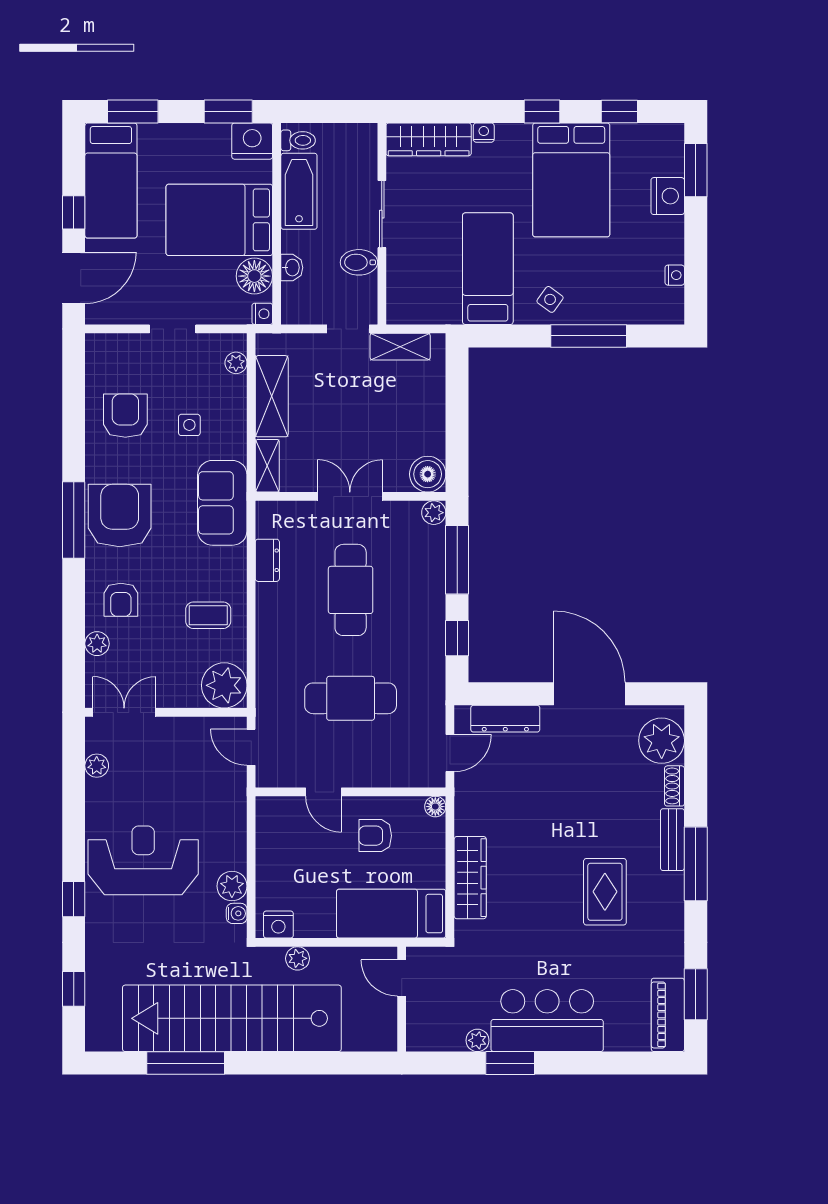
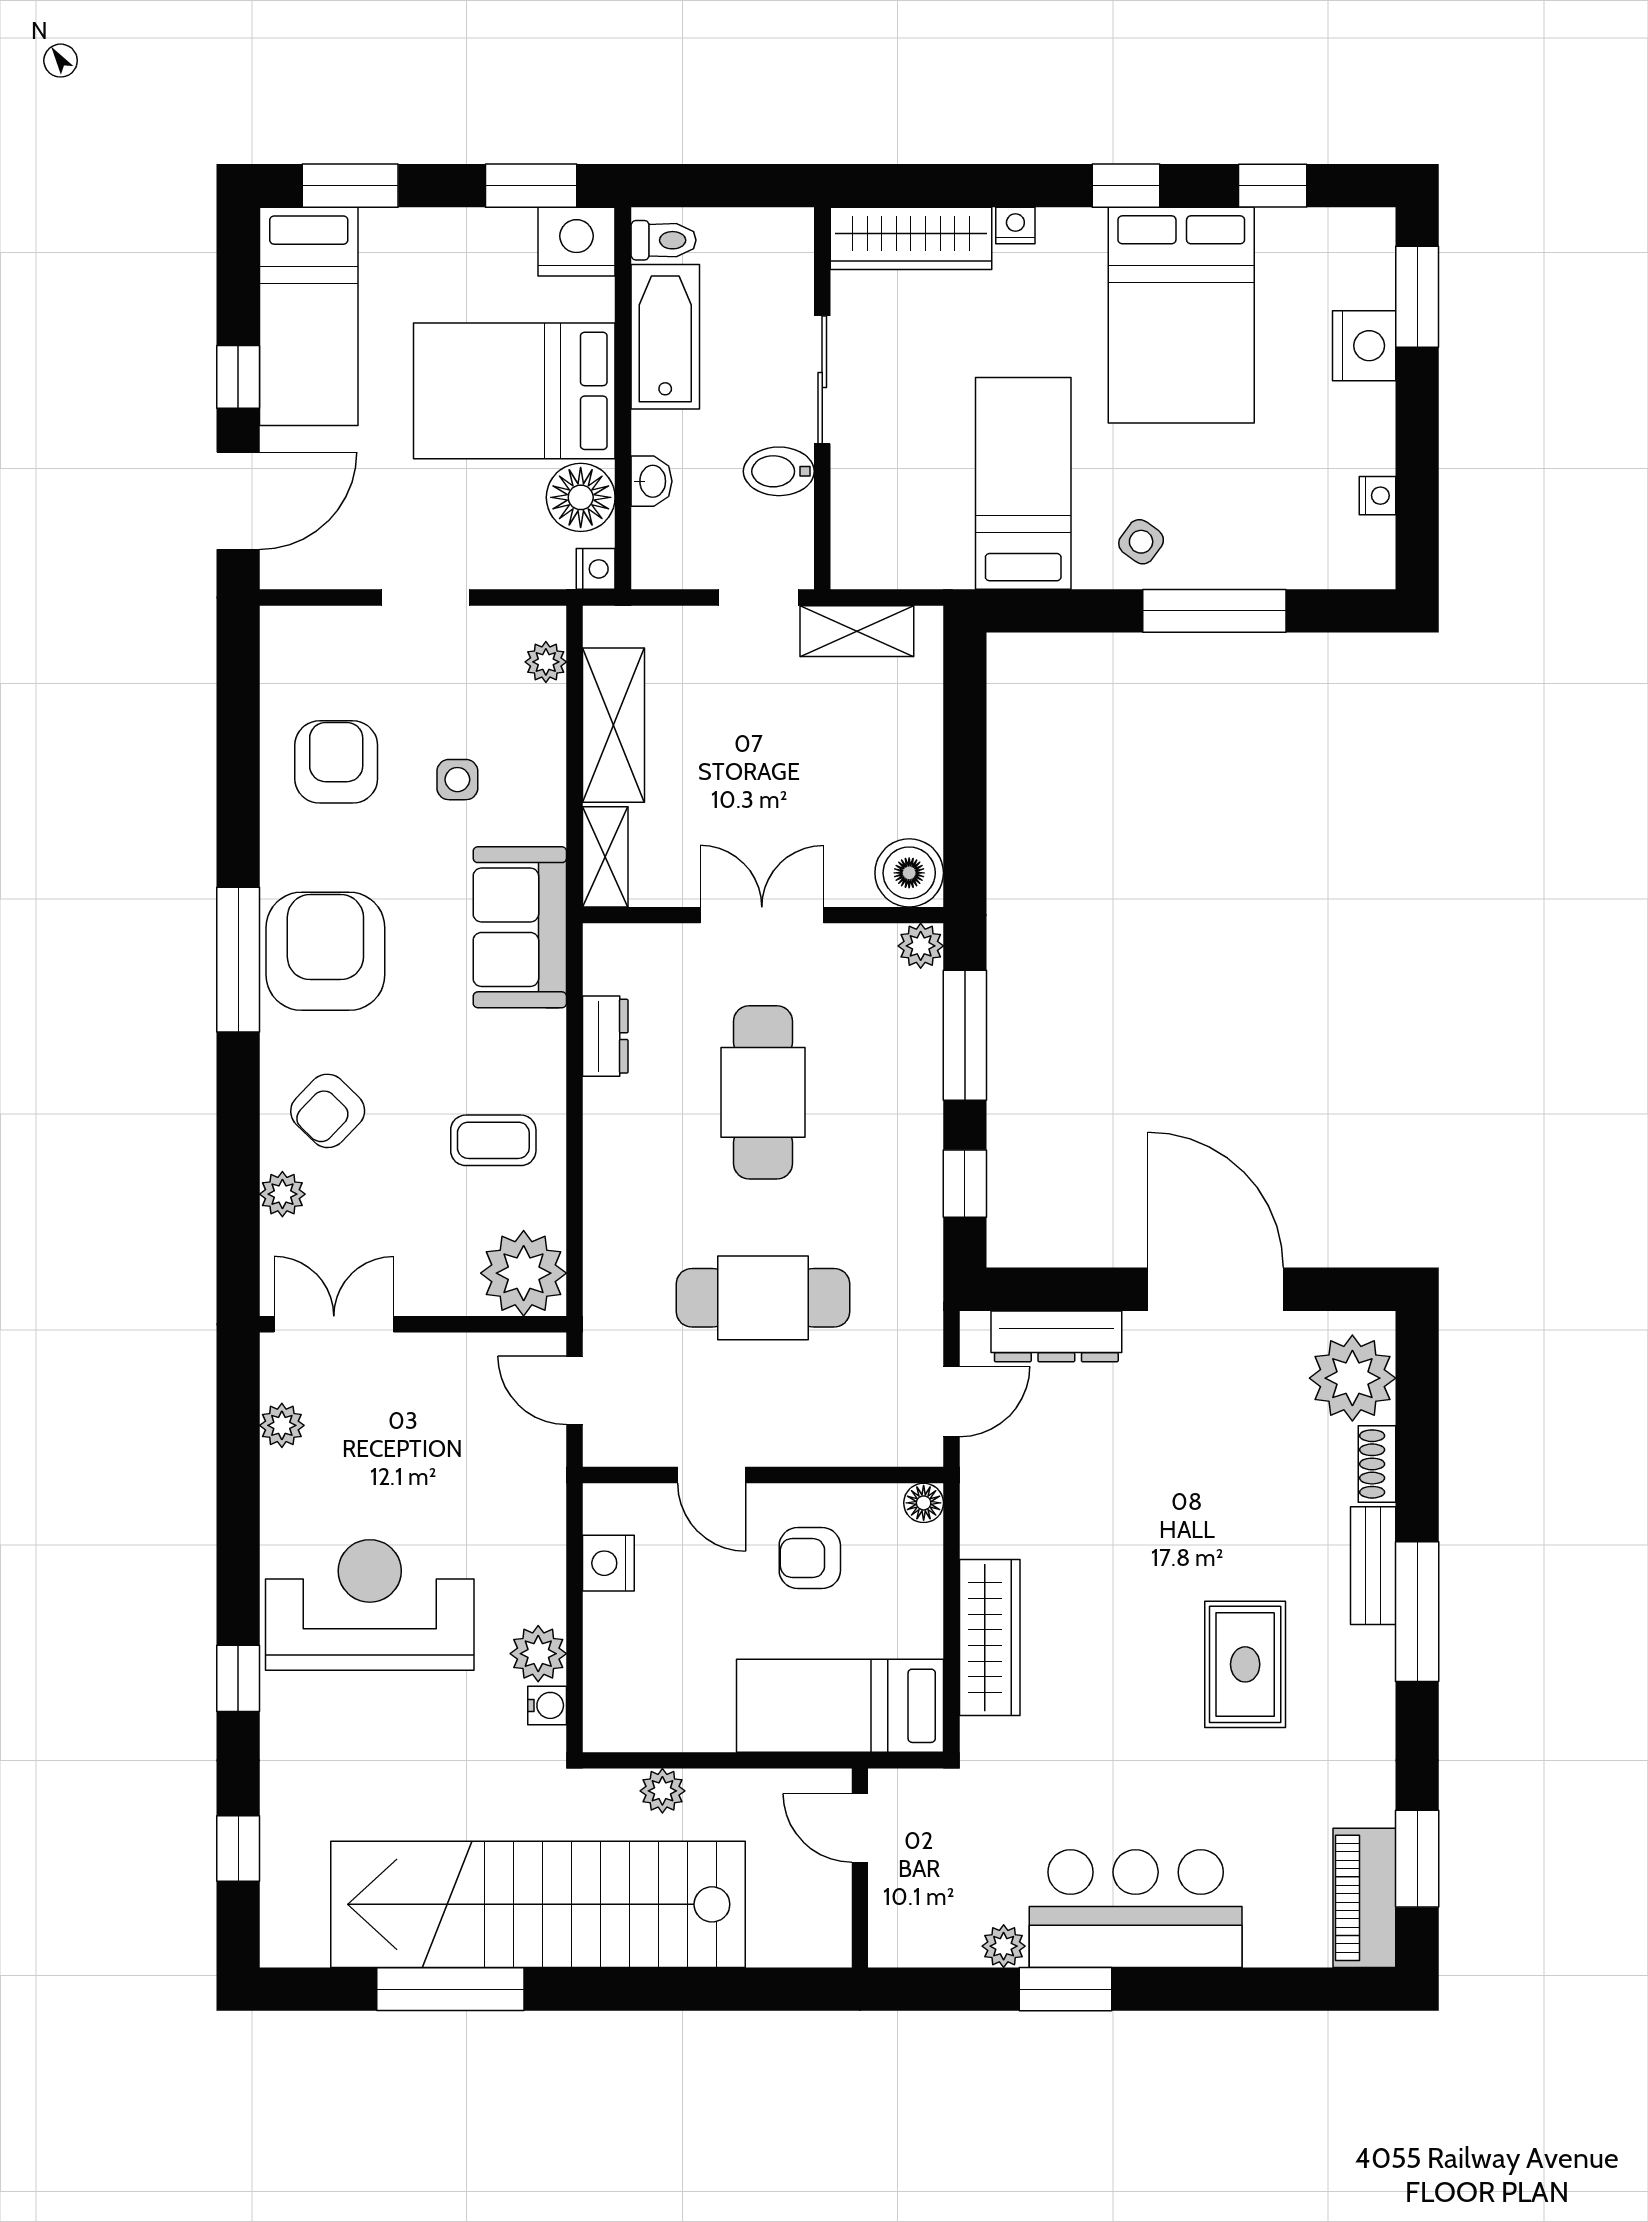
armchair: (121, 600) -> (328, 1111), turned 44
nightstand: (278, 925) -> (608, 1563), moved, turned 90

